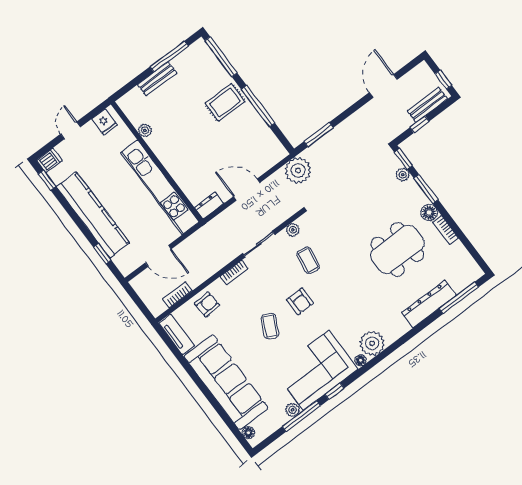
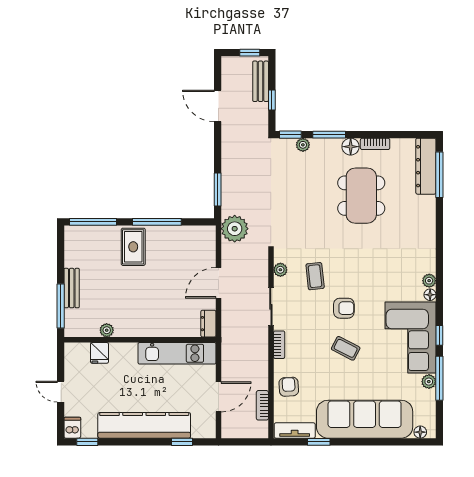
window: (169, 56) -> (61, 306), moved
fridge: (105, 122) -> (99, 353), moved, turned 90
kitchen unit: (160, 187) -> (177, 353), width x0.73
coffee table: (308, 260) -> (315, 276), turned 75
dresser: (429, 304) -> (426, 166), moved
plant: (372, 343) -> (429, 281), width x0.53, depth x0.53
window: (182, 360) -> (319, 442), added

